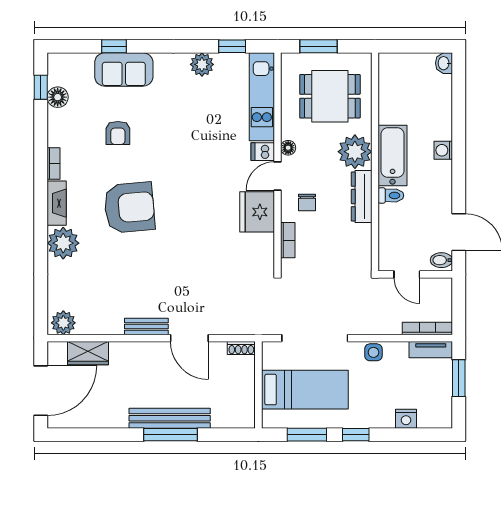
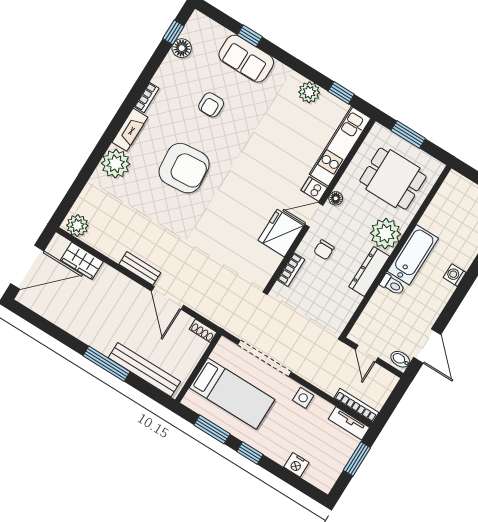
bench: (170, 418) -> (144, 370), moved

